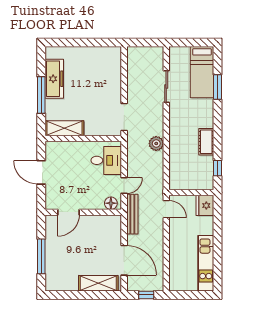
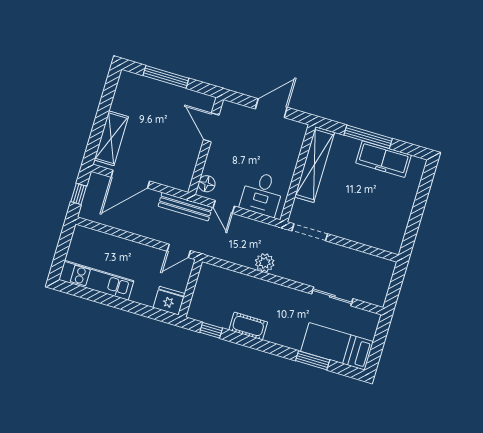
shelving: (64, 128) -> (315, 165), width x1.47

